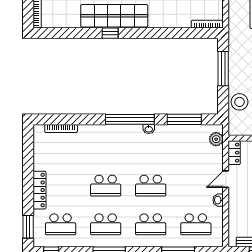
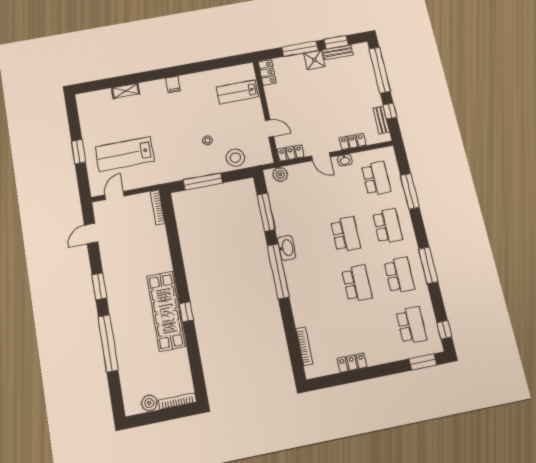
washbasin: (149, 129) -> (287, 248), width x1.91, depth x1.45
locker: (39, 190) -> (352, 363), moved, width x0.66
locker: (234, 211) -> (352, 141), added

